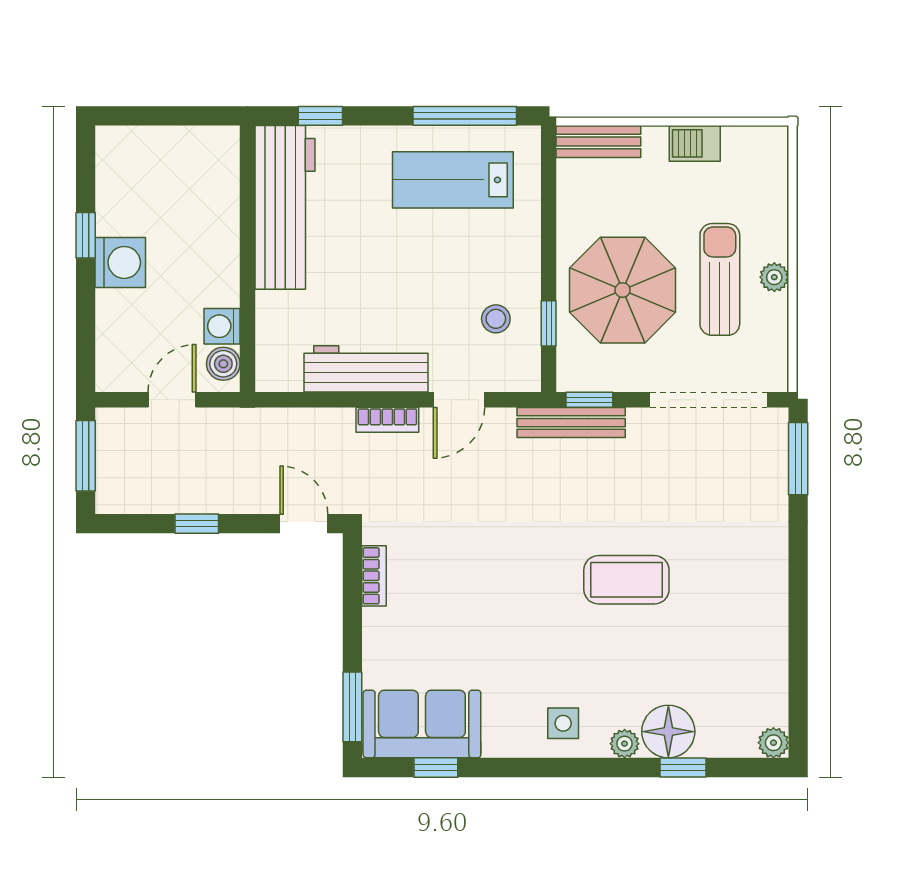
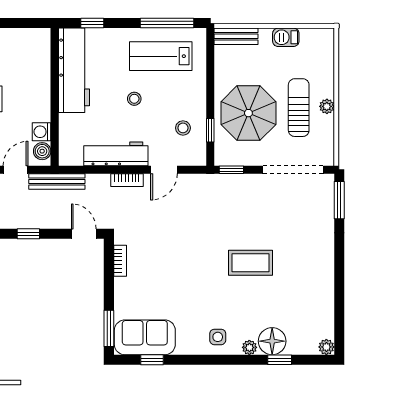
stool: (402, 262) -> (134, 99), added
bench: (571, 423) -> (57, 182), moved

